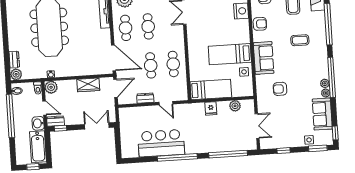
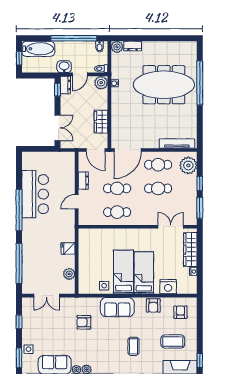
bed: (211, 89) -> (144, 273), moved, turned 180
armchair: (280, 89) -> (84, 322), turned -90
bathtub: (38, 147) -> (38, 49), moved, turned 180

